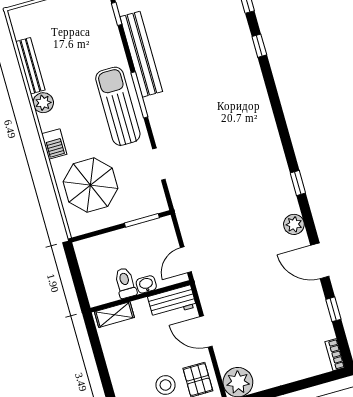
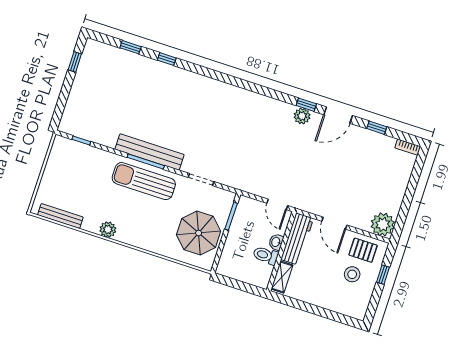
bench: (141, 54) -> (150, 152), moved
bench: (30, 66) -> (60, 216), moved
barbecue: (54, 144) -> (141, 241), removed
window: (298, 183) -> (306, 105), moved
parasol: (90, 185) -> (199, 233), moved
workbench: (172, 302) -> (297, 239), width x1.38
door: (206, 331) -> (334, 223), hinge flipped

